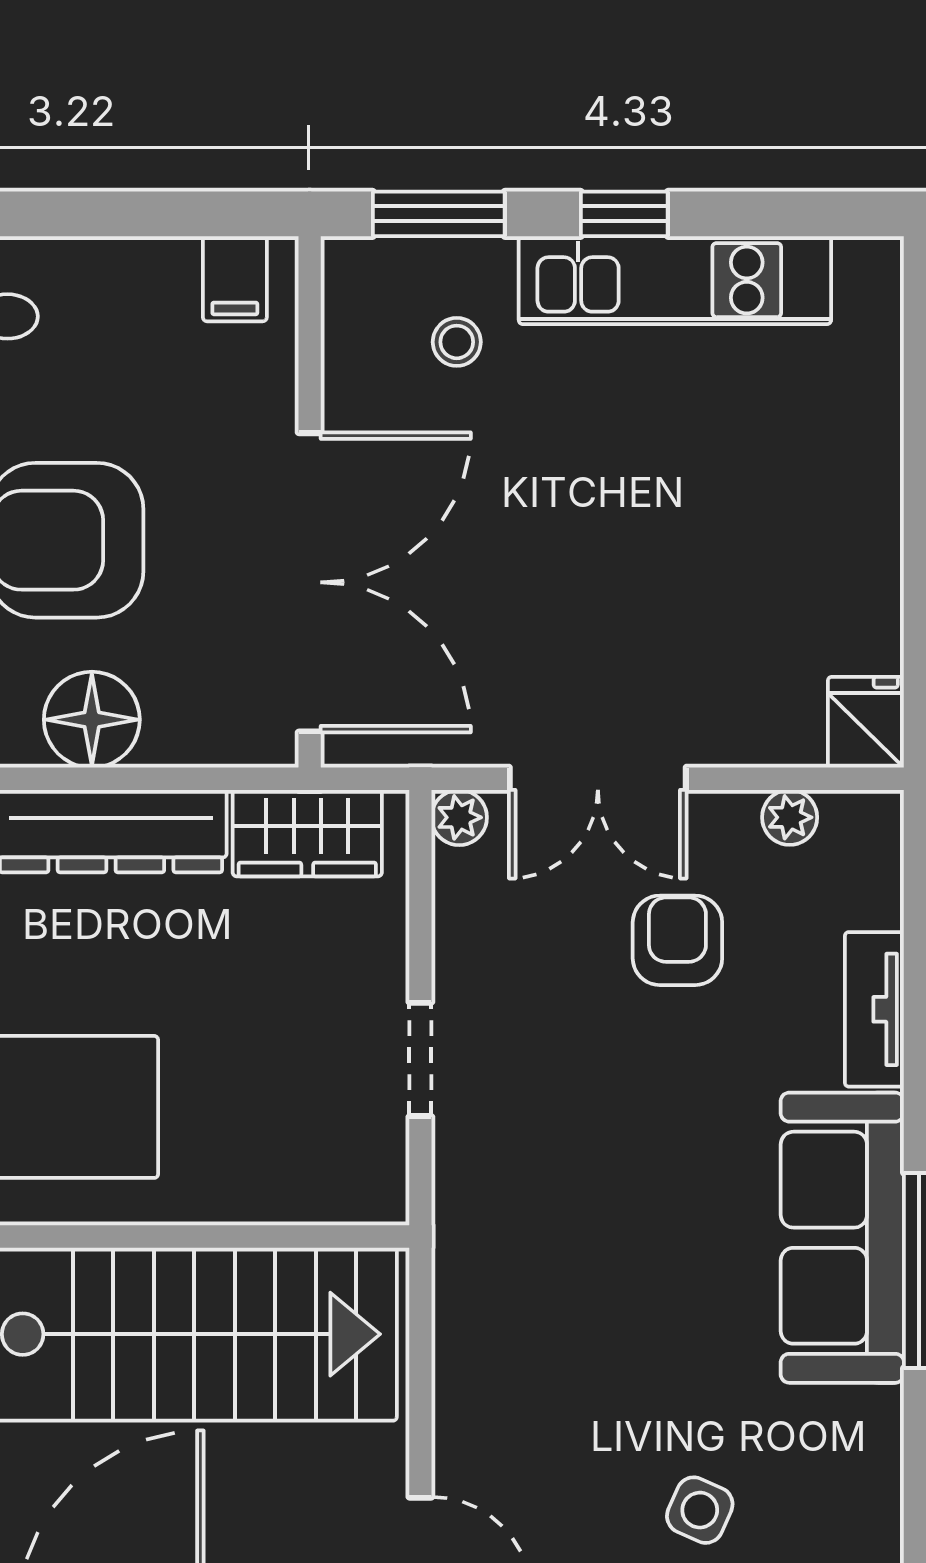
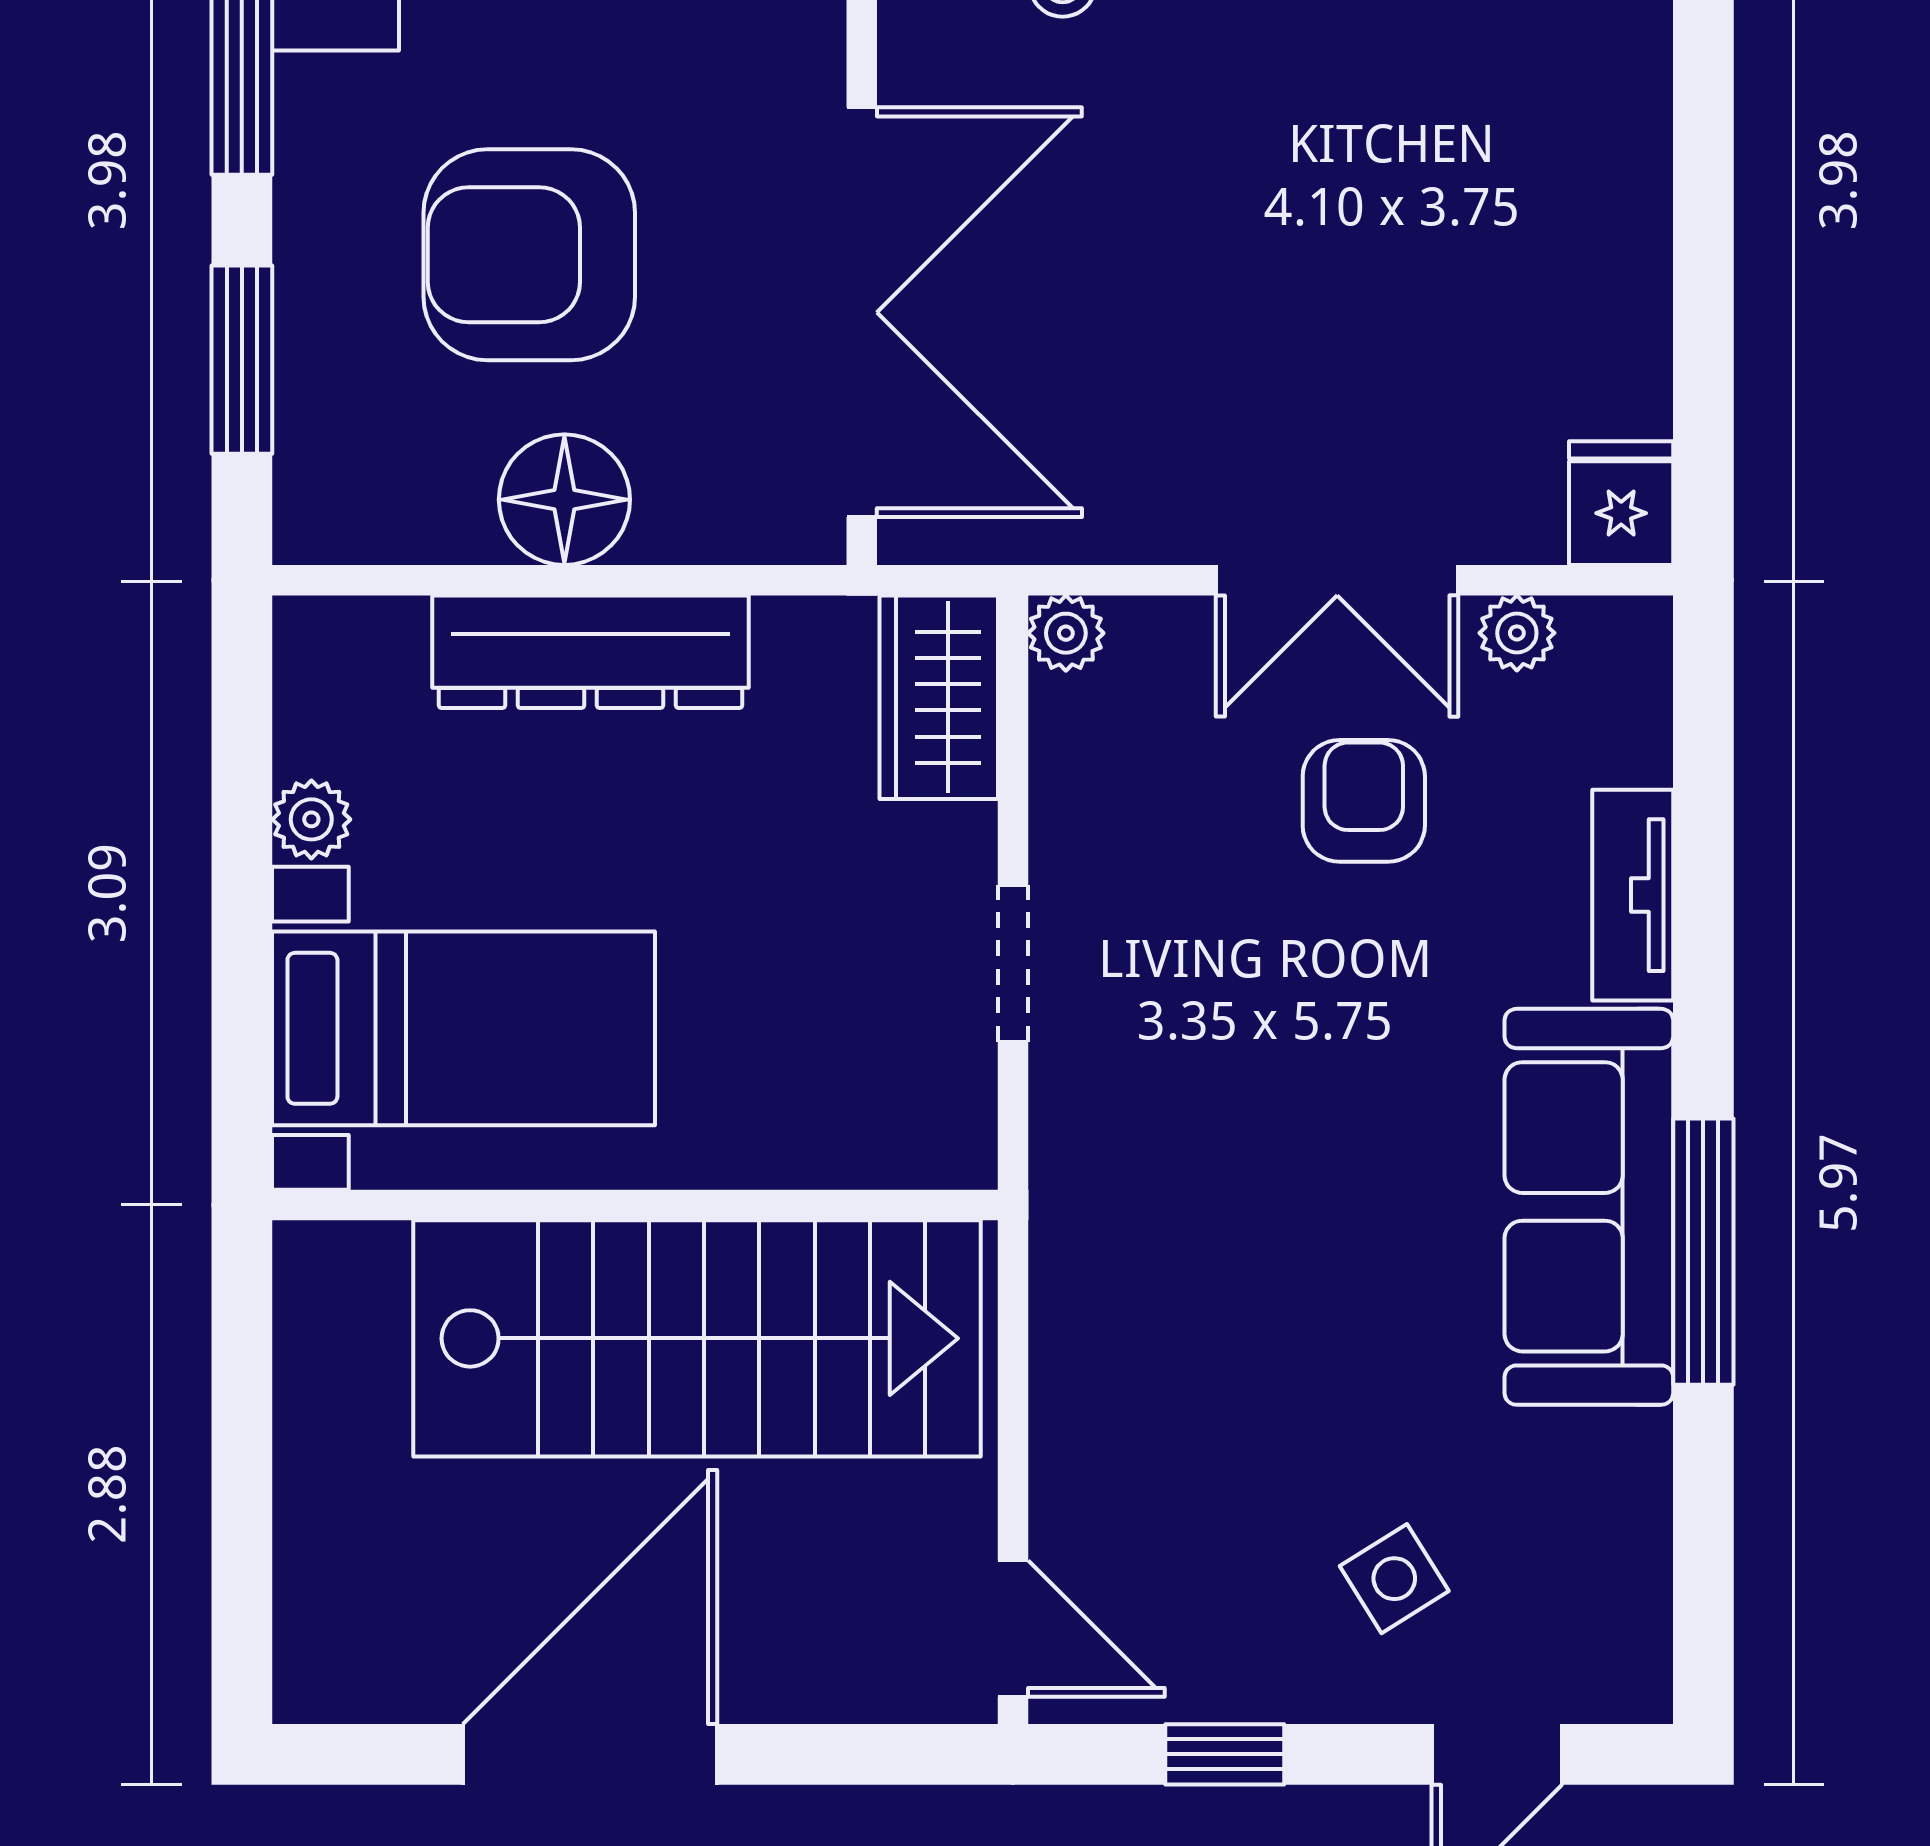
double door: (598, 779) -> (1337, 580), moved
wardrobe: (307, 833) -> (939, 697), moved, turned 90
side table: (700, 1510) -> (1394, 1579), turned 34

